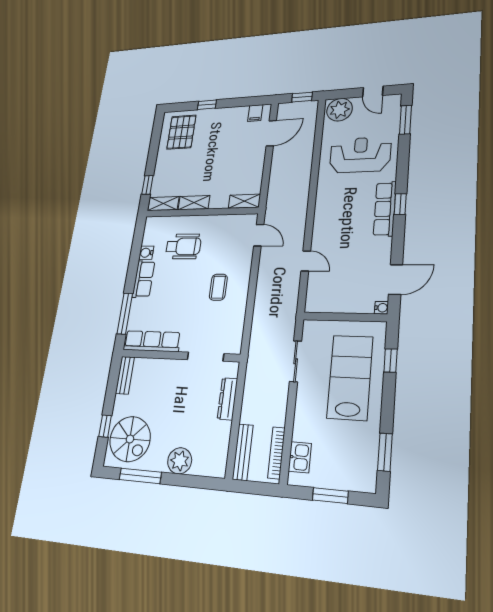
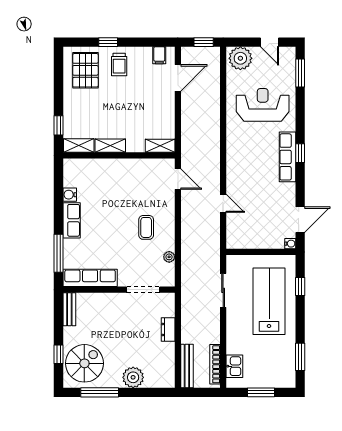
trolley: (214, 124) -> (119, 64), added
wheelchair: (183, 246) -> (106, 189), removed
plant: (239, 320) -> (169, 257), added
dresser: (227, 399) -> (168, 329), width x0.70
spiral stairs: (130, 439) -> (84, 363), turned -90

